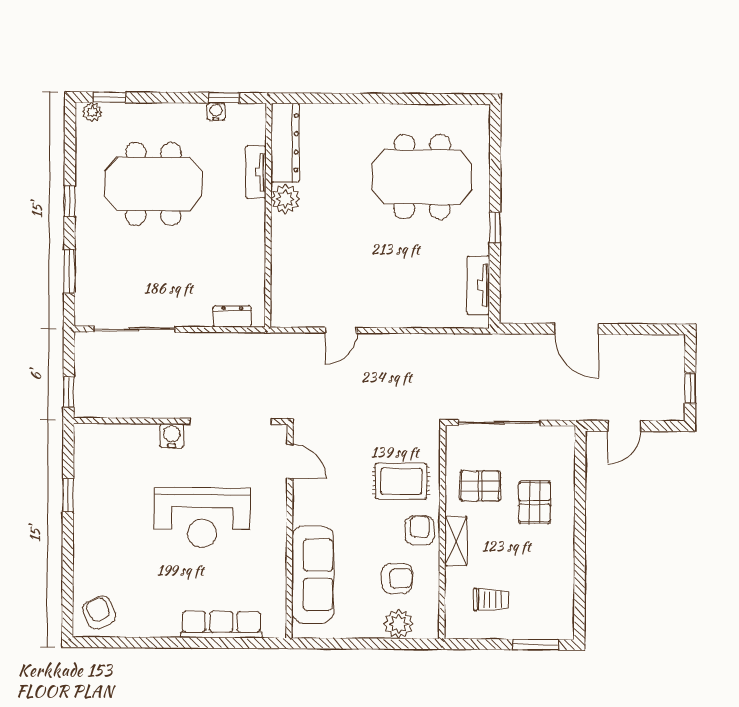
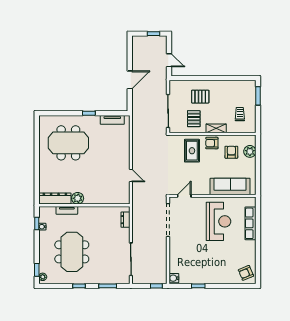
meeting table: (422, 177) -> (68, 143), turned 90
water cooler: (172, 435) -> (174, 278), moved
reception desk: (202, 518) -> (218, 221), moved

